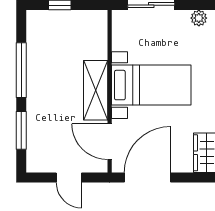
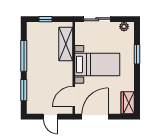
shelving: (96, 90) -> (66, 44), moved
door: (110, 142) -> (74, 96), hinge flipped

